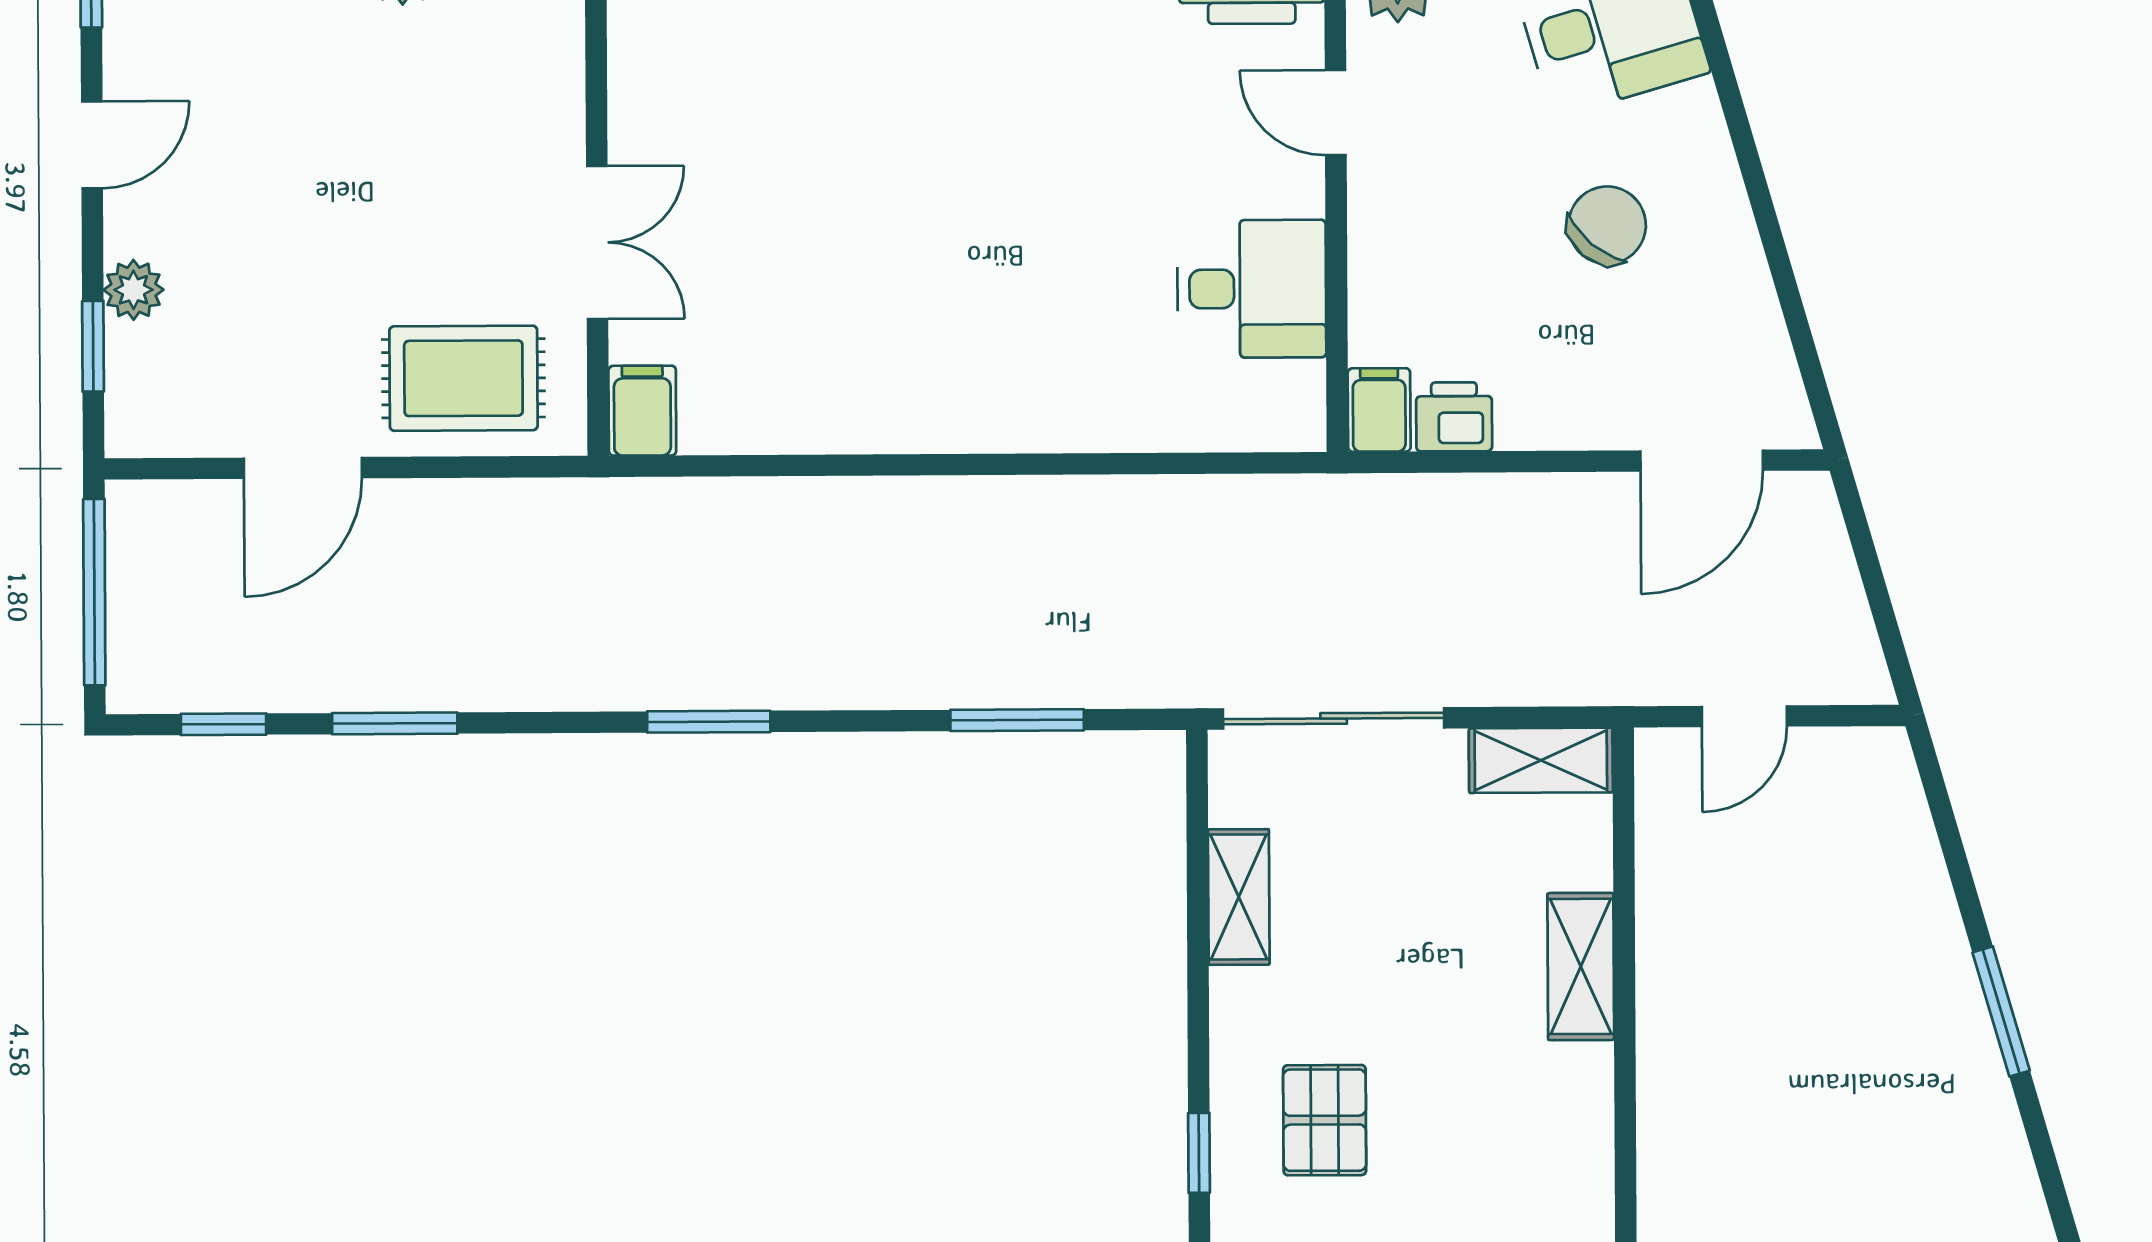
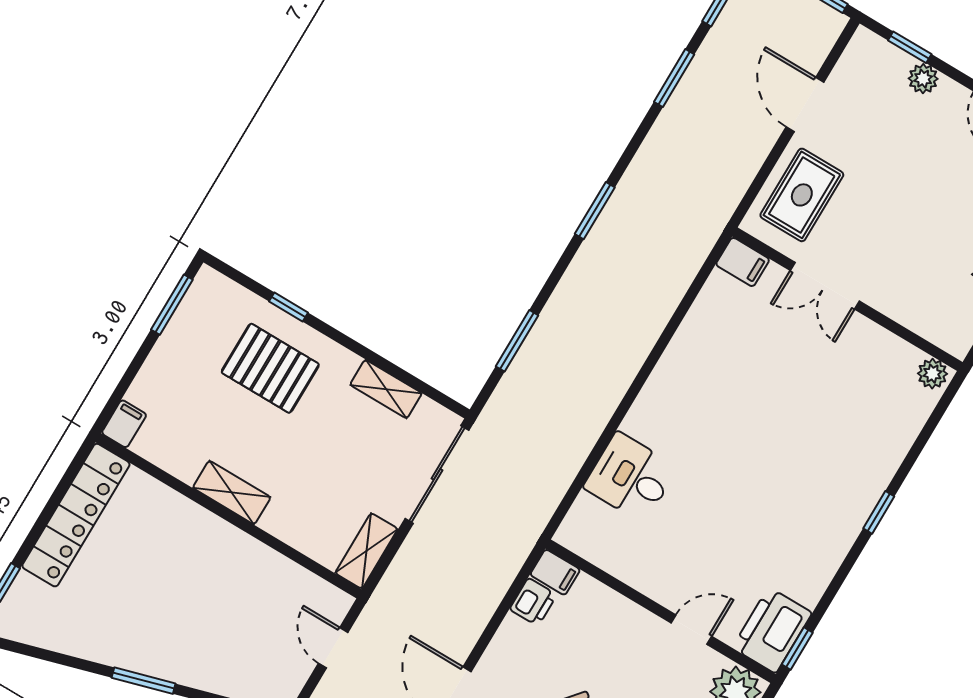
desk: (1252, 289) -> (631, 477), moved, turned 90
shelving: (1581, 966) -> (232, 493), moved
pallet: (1325, 1120) -> (270, 368), width x1.50, depth x1.42

